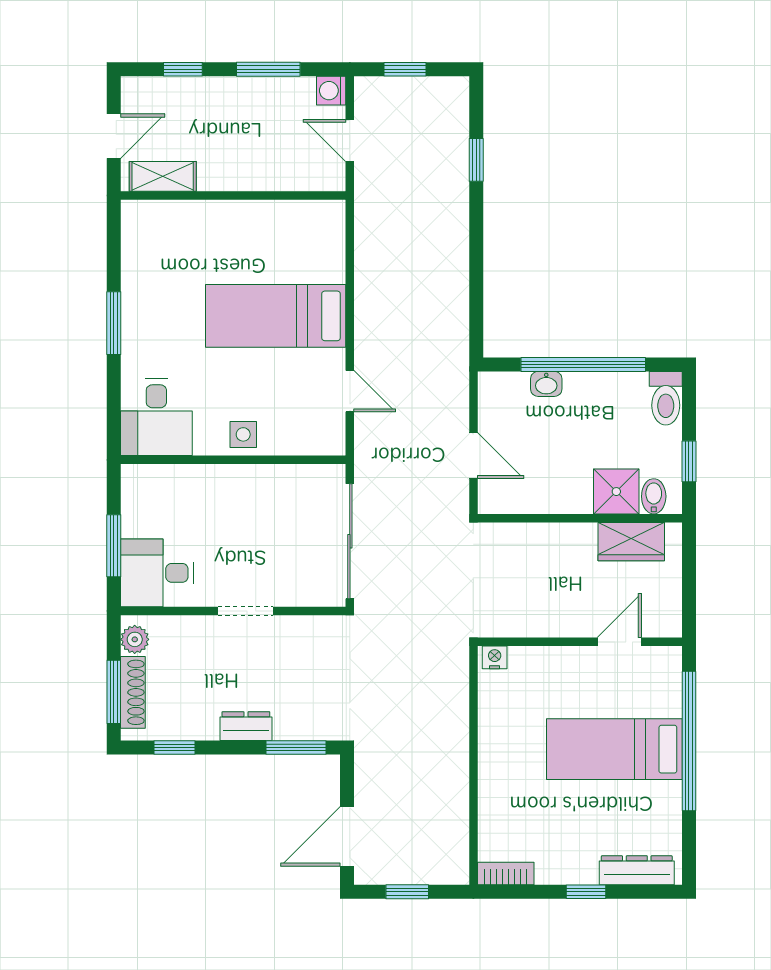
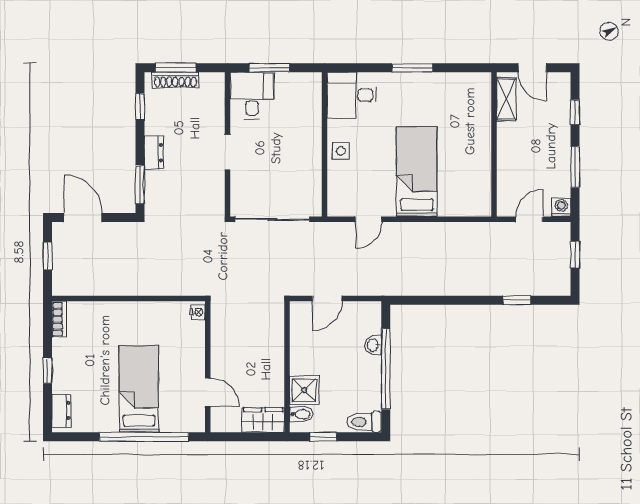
wardrobe: (631, 542) -> (263, 420), moved, turned 90
plant: (135, 639) -> (209, 81), removed
dresser: (637, 870) -> (61, 411), width x0.70

